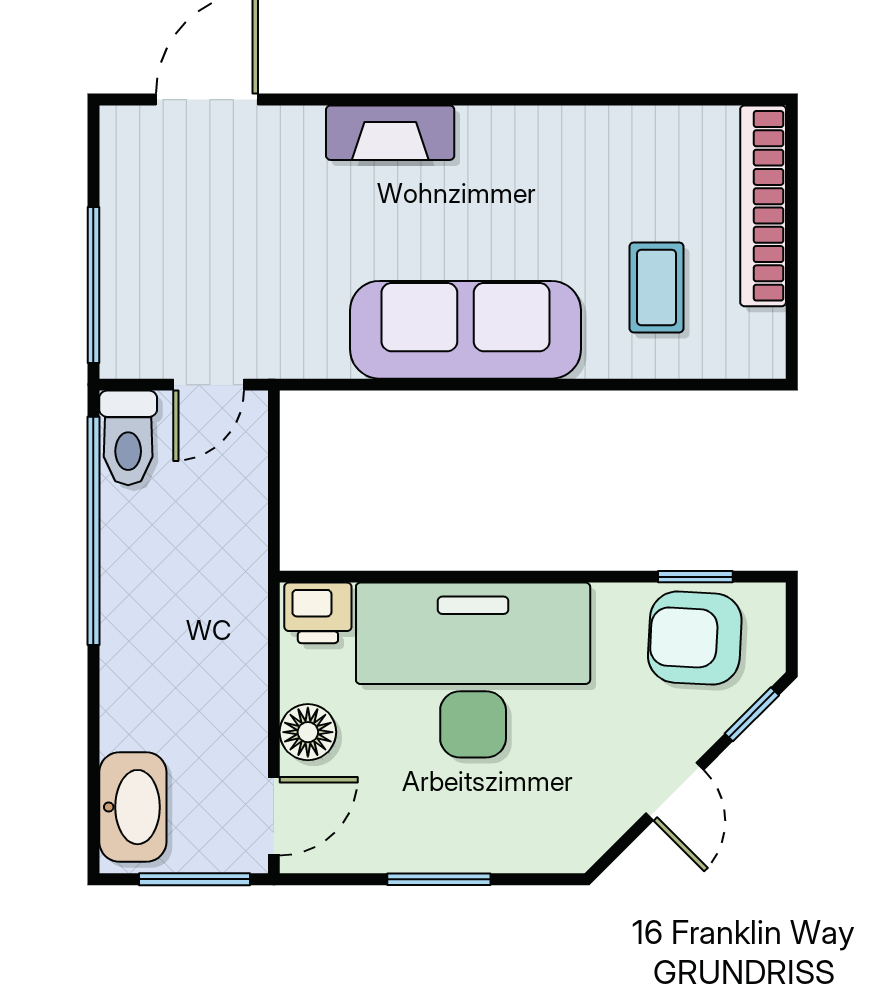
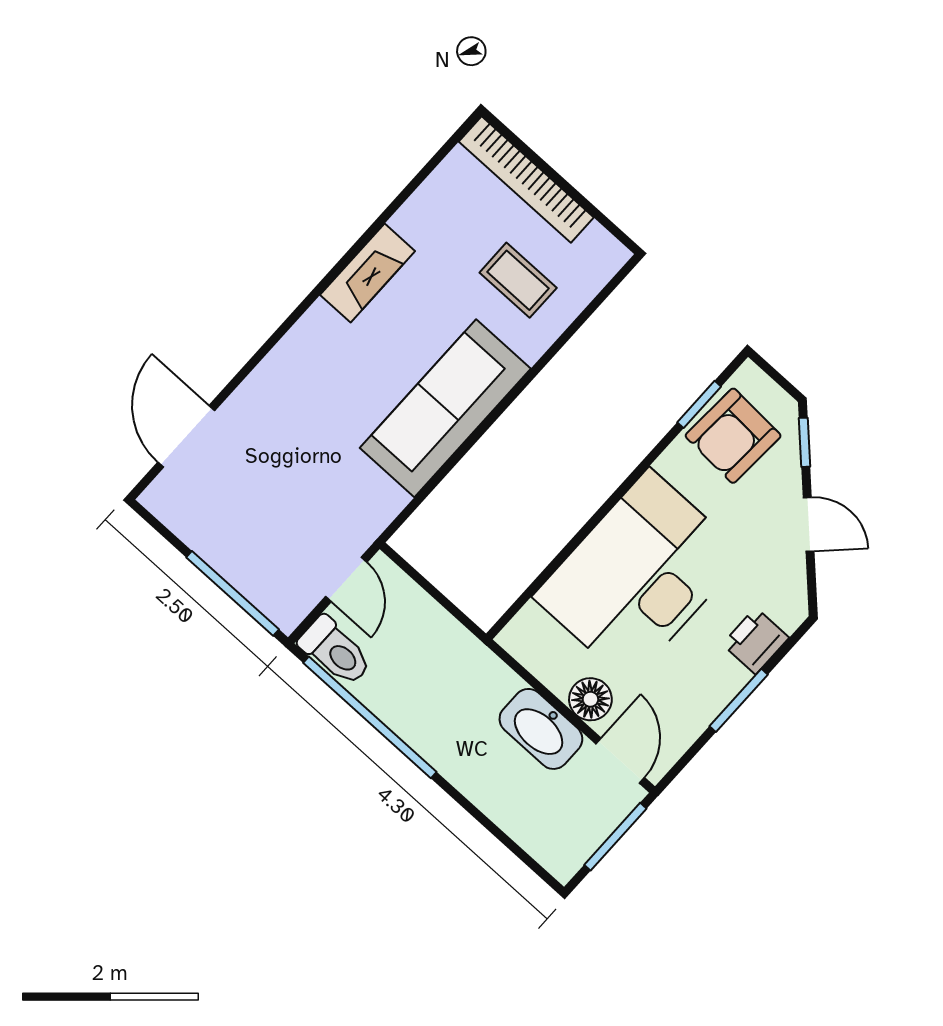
fireplace: (390, 133) -> (368, 273), moved
printer: (318, 613) -> (756, 641), moved, turned 180
washbasin: (133, 807) -> (541, 729), moved, turned 180

